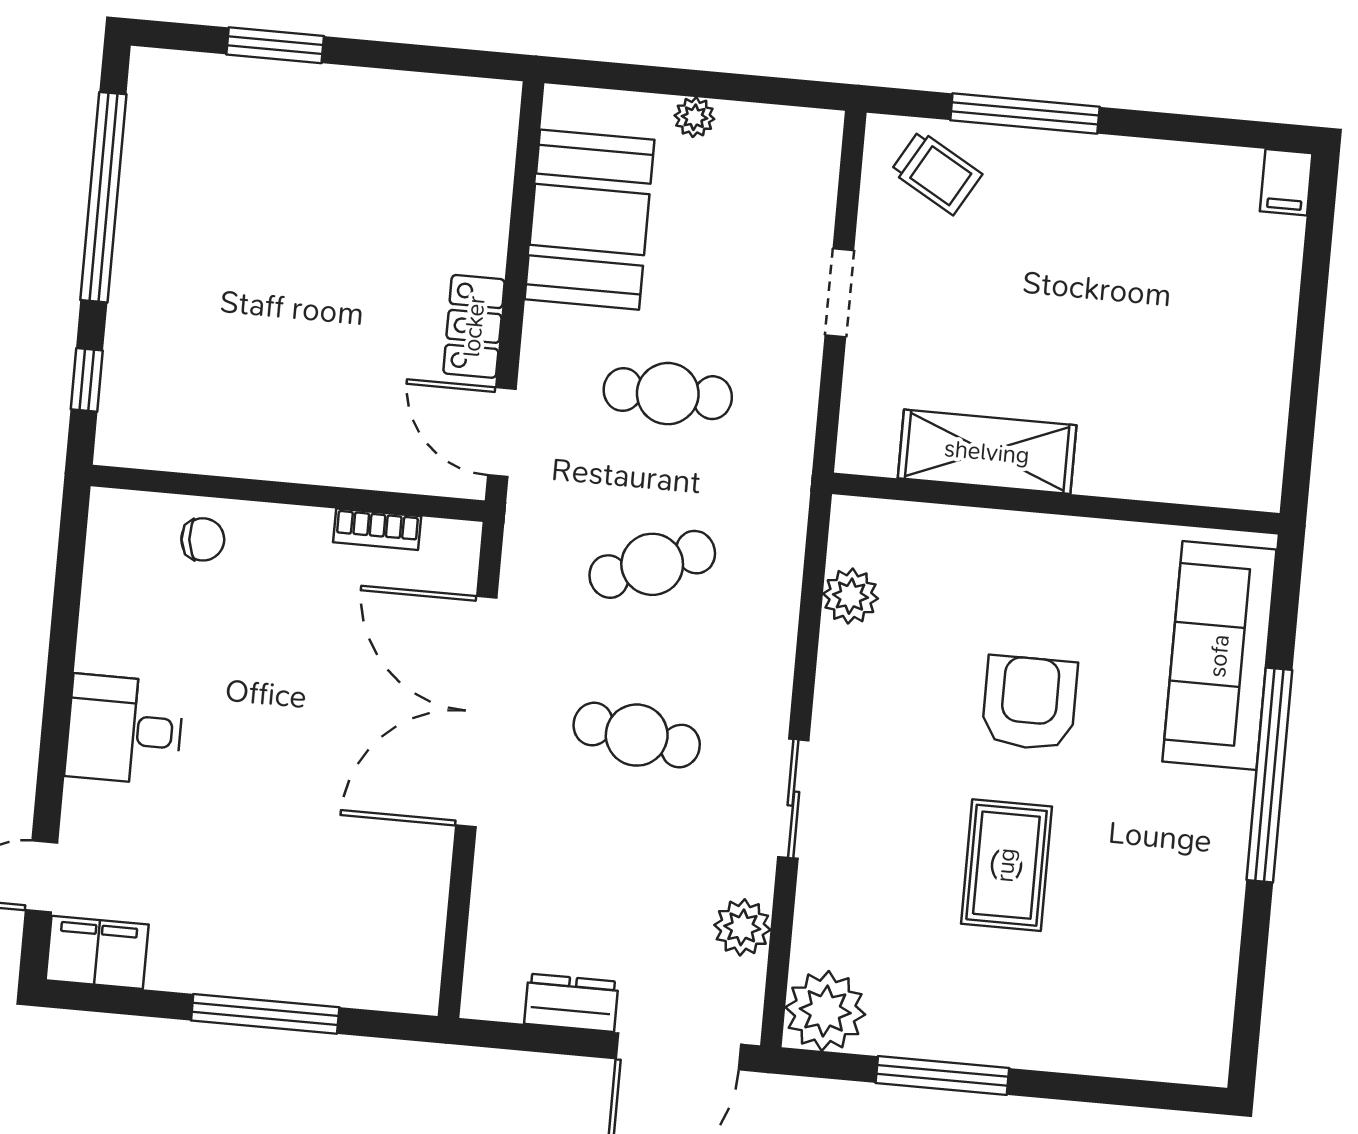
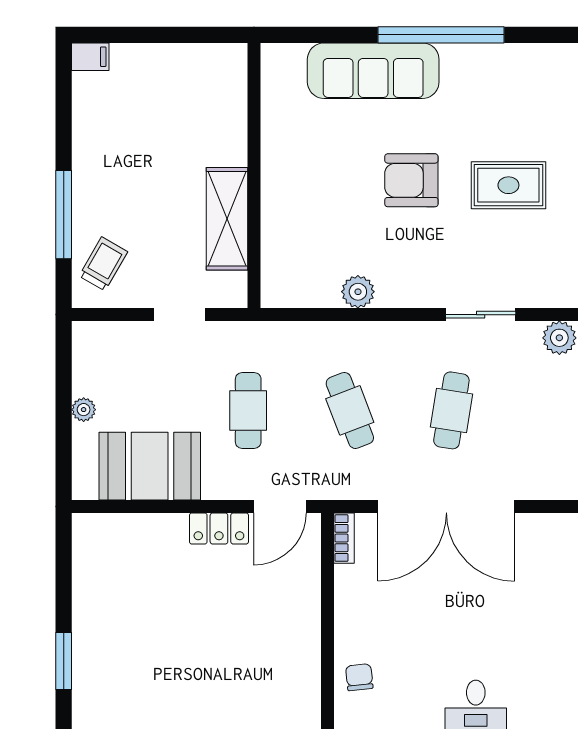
shelving: (987, 452) -> (227, 219), moved
wall: (1056, 504) -> (254, 175), moved
bookcase: (377, 529) -> (344, 538), moved

